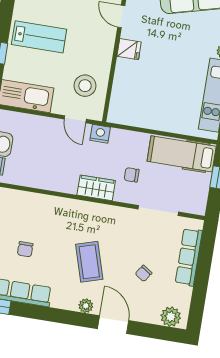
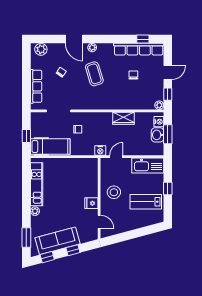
stool: (85, 86) -> (114, 192), moved
door: (75, 119) -> (116, 157), hinge flipped
wardrobe: (96, 188) -> (124, 118), moved

